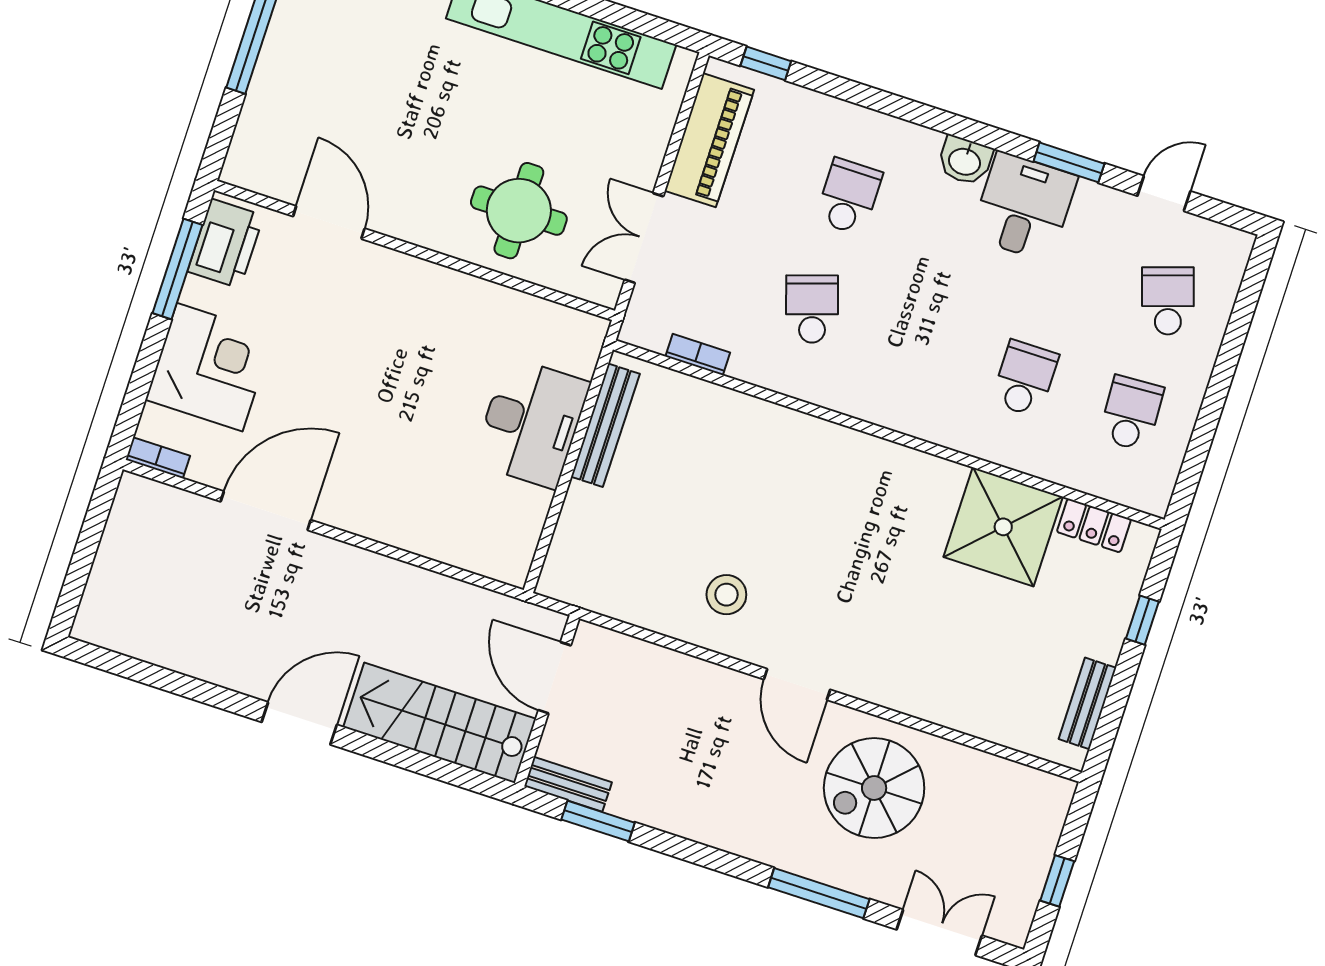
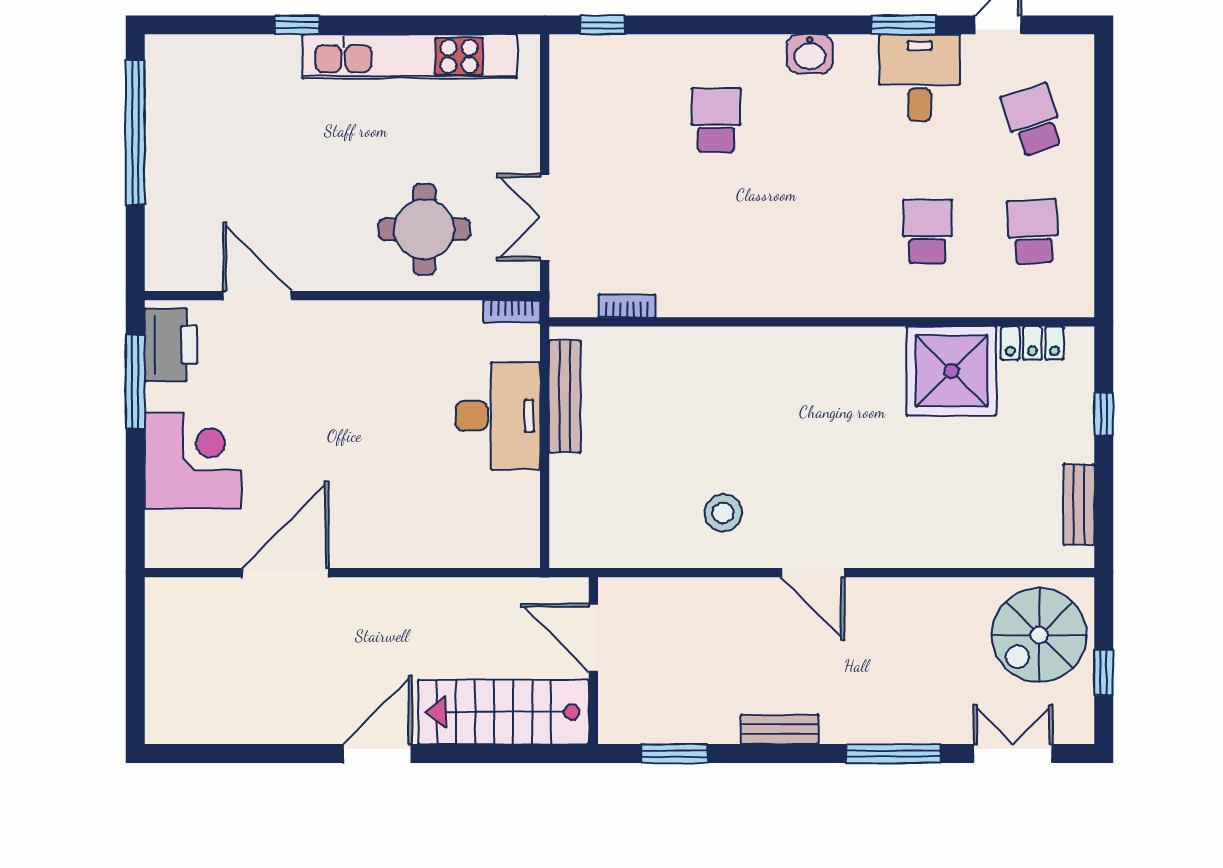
piano: (709, 140) -> (575, 110), removed
desk: (1024, 207) -> (920, 78), moved
school desk: (812, 309) -> (716, 232), removed
bookcase: (158, 458) -> (512, 311), moved, turned 180
bench: (568, 784) -> (780, 729), moved
spiral stairs: (874, 788) -> (1039, 635), moved

